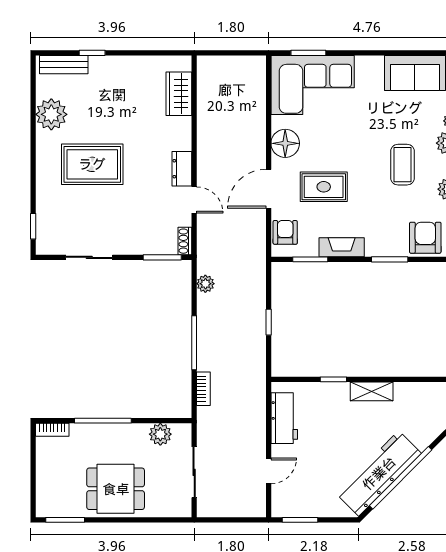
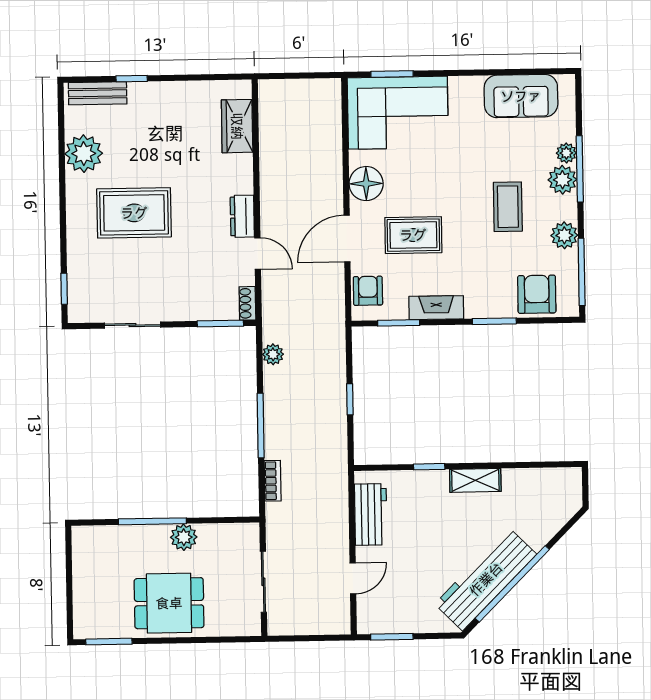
bookcase: (52, 430) -> (91, 533), removed
plant: (160, 434) -> (184, 537), moved

